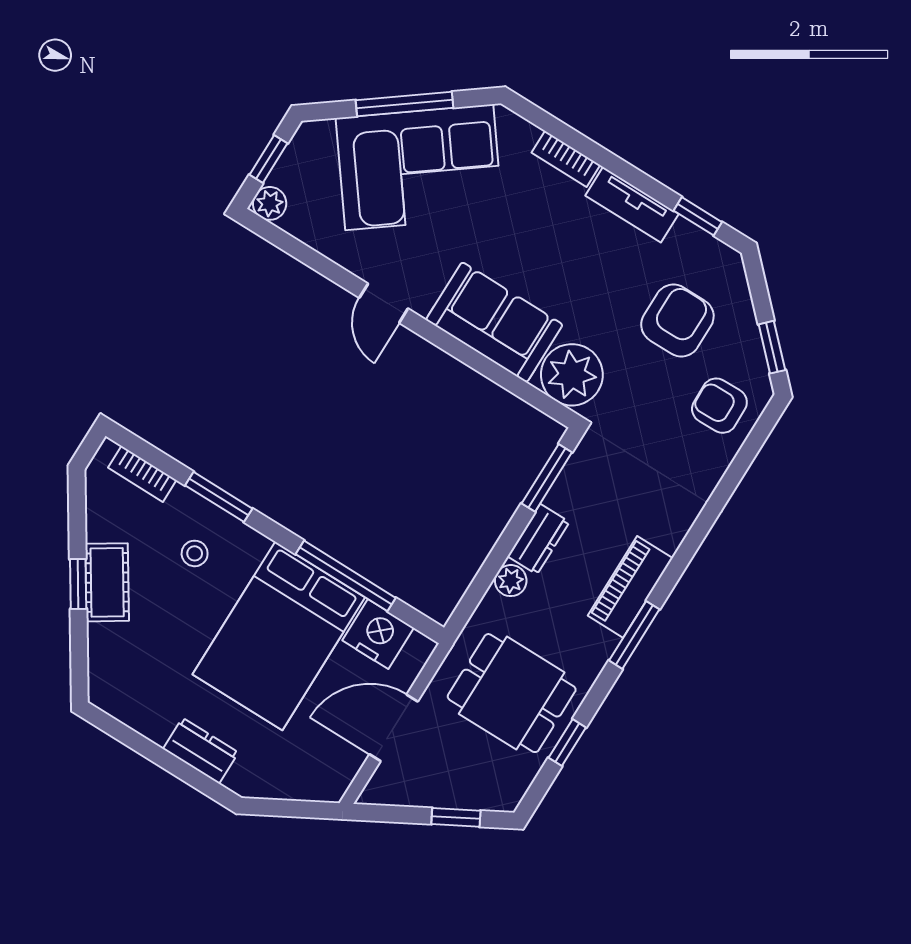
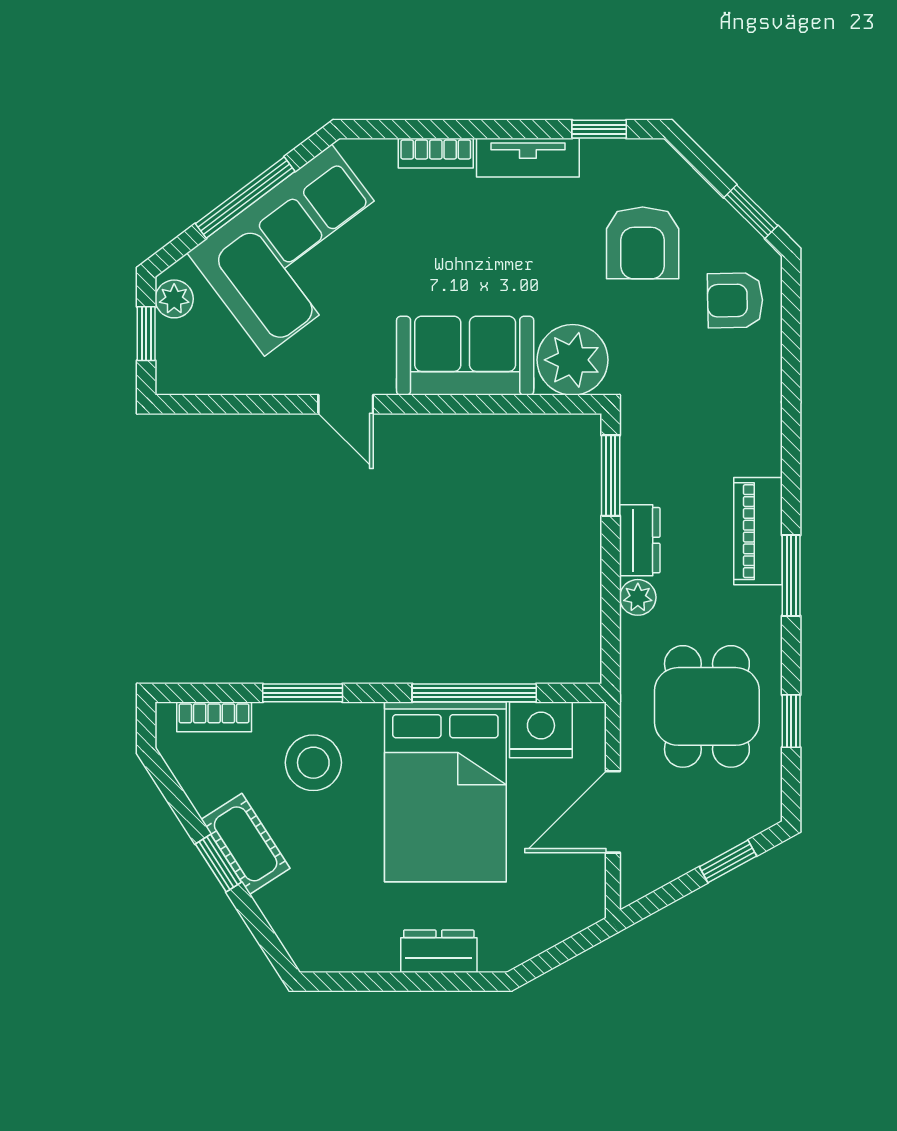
plant: (270, 203) -> (174, 299), moved
armchair: (677, 321) -> (643, 243), turned 180
stool: (195, 553) -> (313, 763), width x1.89, depth x1.89
dining table: (512, 693) -> (707, 706), turned 90

